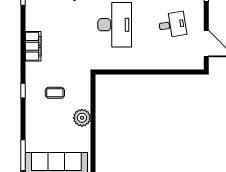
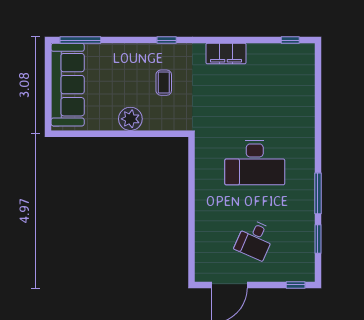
desk: (172, 25) -> (255, 240), turned 33

